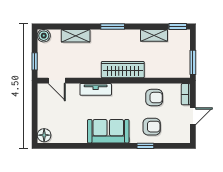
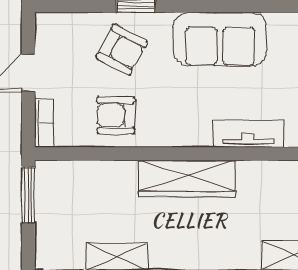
armchair: (152, 127) -> (122, 50), turned -152

